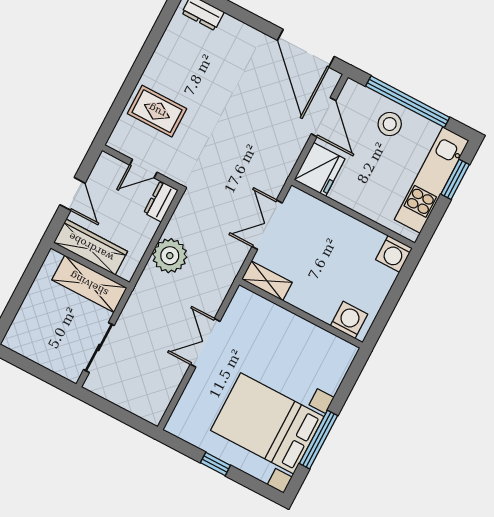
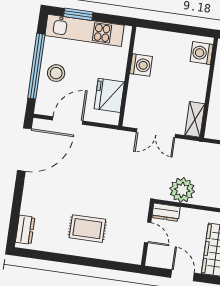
rug: (157, 111) -> (87, 229), moved, turned 90
fridge: (319, 169) -> (109, 95), moved, turned -90
door: (72, 194) -> (183, 275), hinge flipped
washing machine: (394, 254) -> (141, 65), moved
plant: (170, 256) -> (182, 190), moved

